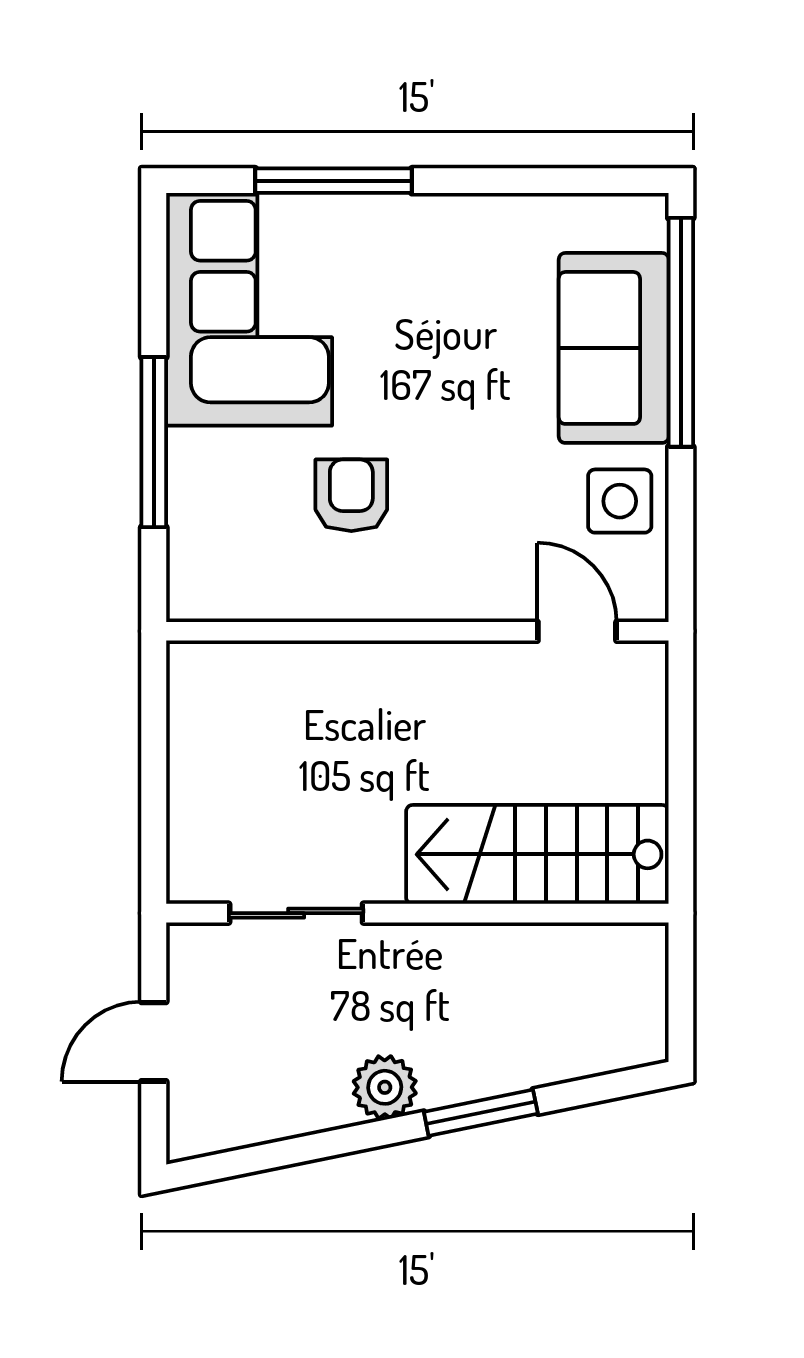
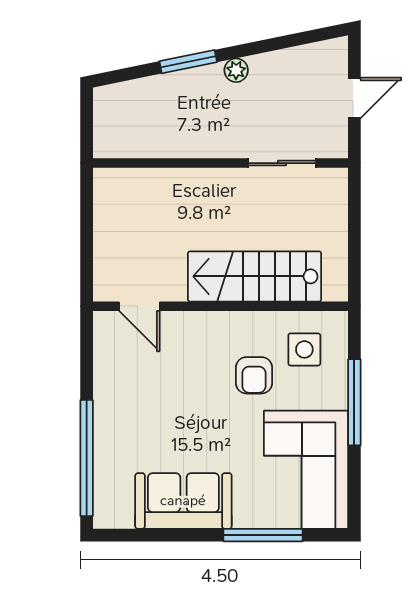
sofa: (614, 348) -> (183, 501), moved, turned -90
side table: (620, 501) -> (304, 349), moved
stairs: (537, 854) -> (255, 276), moved, turned 180
plant: (385, 1087) -> (236, 70), width x0.73, depth x0.73

